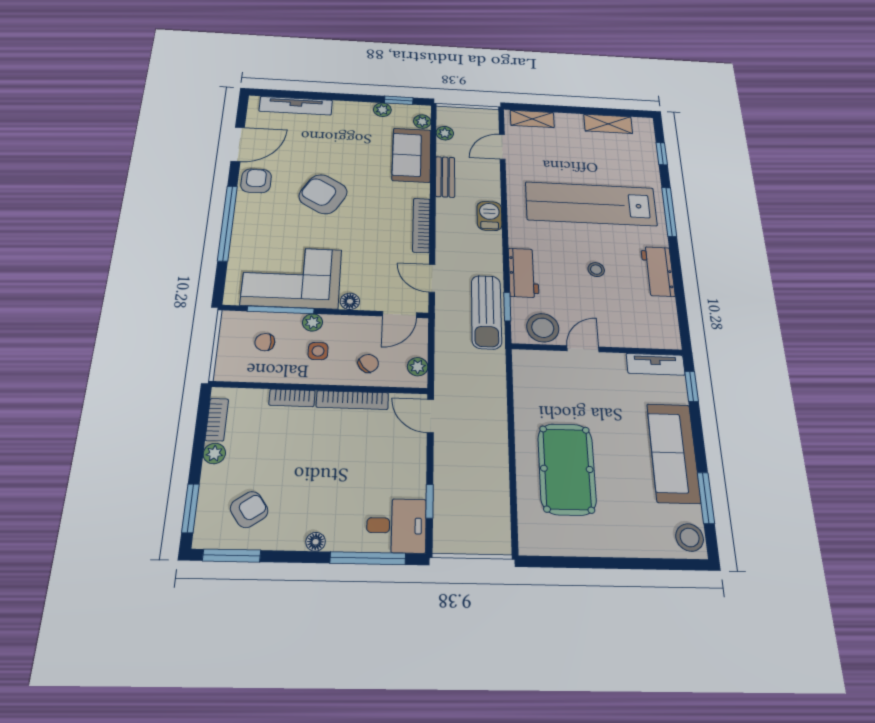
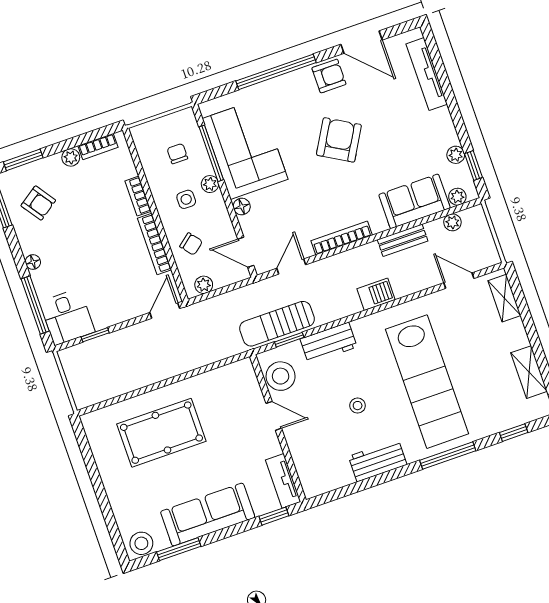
lab bench: (591, 204) -> (427, 382), turned 180

